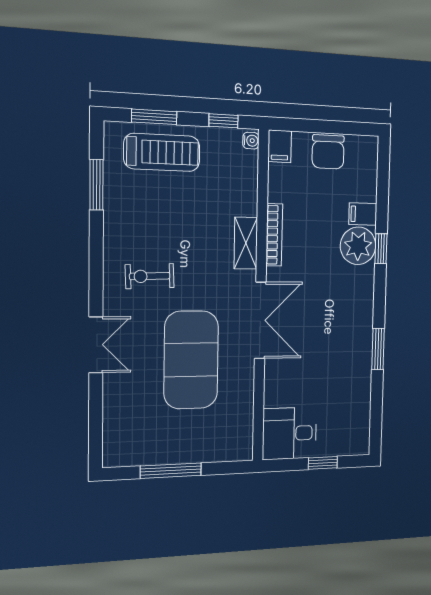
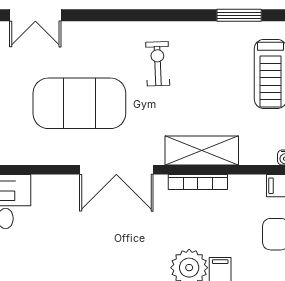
shelving: (246, 243) -> (202, 151), width x1.50, depth x1.33
double door: (96, 345) -> (35, 15), moved

